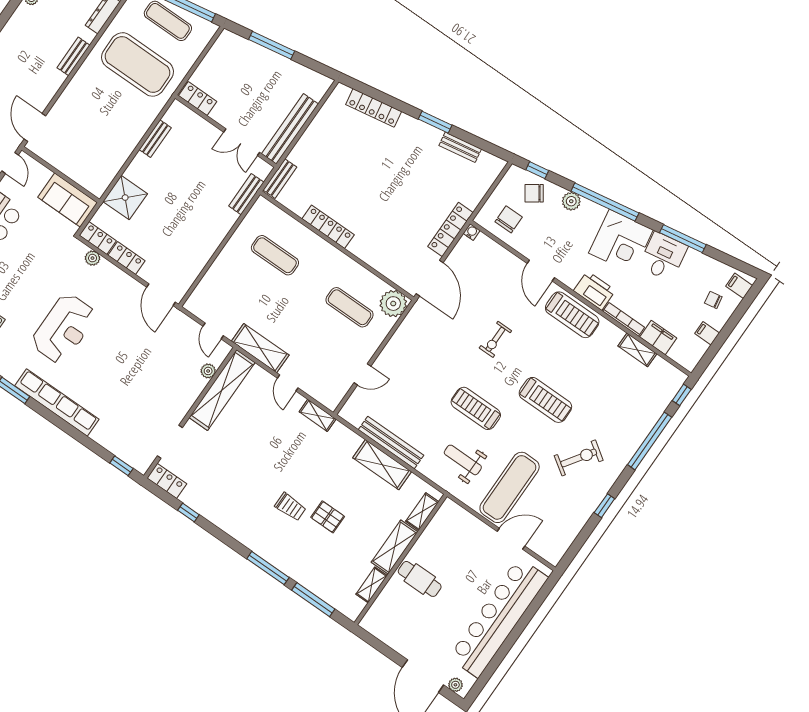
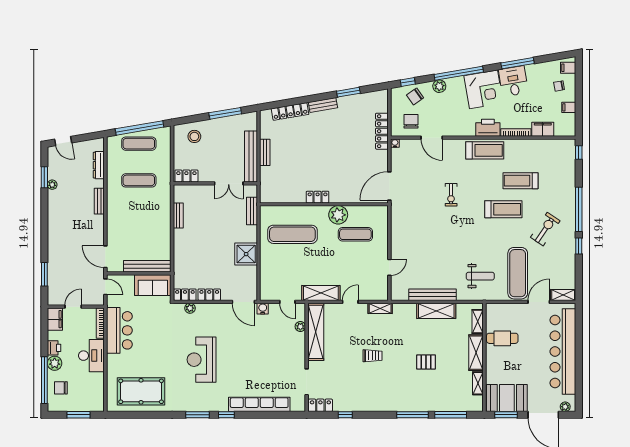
window: (272, 45) -> (225, 113), moved
stool: (240, 58) -> (194, 136), added
exercise mat: (137, 64) -> (139, 180), width x0.50, depth x0.69
window: (435, 122) -> (348, 92), moved
bench: (460, 147) -> (323, 105), moved
bench: (77, 173) -> (147, 266), added
bench: (280, 179) -> (265, 152), moved
shower: (125, 198) -> (246, 254), moved
locker: (328, 227) -> (318, 197), width x0.66
locker: (450, 229) -> (382, 131), moved
exercise mat: (275, 255) -> (292, 234), width x1.36, depth x1.45
door: (541, 271) -> (432, 138), moved
door: (430, 278) -> (389, 186), swing flipped
plant: (393, 304) -> (338, 215), moved
water cooler: (178, 319) -> (263, 309), added
reception desk: (64, 329) -> (201, 360), turned 180
shelving: (637, 350) -> (563, 295), moved
door: (288, 383) -> (350, 302), swing flipped
row of seats: (57, 403) -> (259, 404), moved
treadmill: (476, 408) -> (520, 181), moved
window: (650, 441) -> (579, 209), moved
weight bench: (463, 460) -> (480, 276), turned 180
window: (121, 466) -> (226, 415), moved
trolley: (290, 507) -> (372, 356), moved
cafe table: (420, 579) -> (502, 338), moved
booth: (394, 626) -> (507, 398), added
window: (379, 645) -> (506, 415), added

